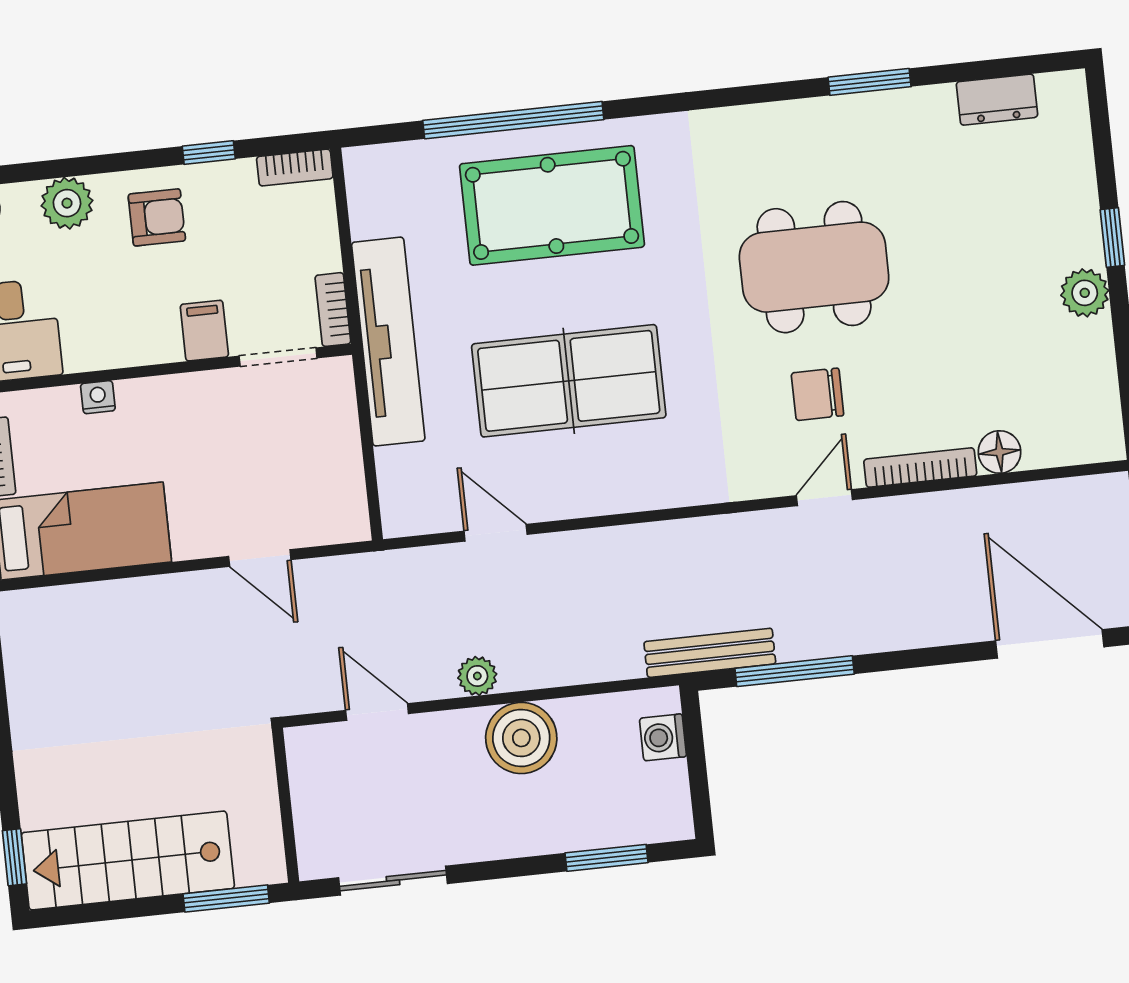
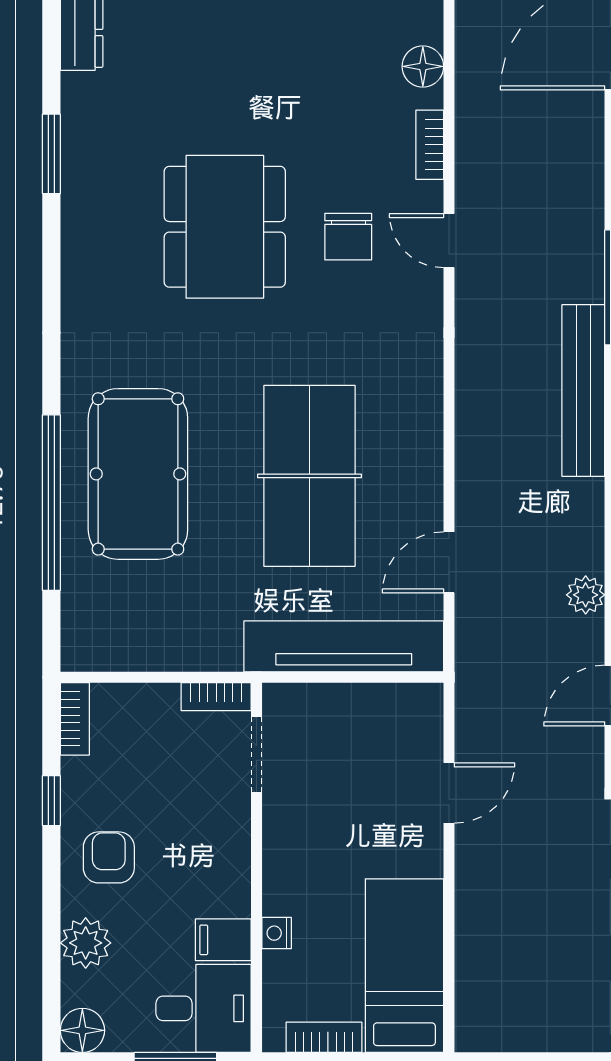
filing cabinet: (204, 331) -> (223, 940), moved
tv unit: (388, 342) -> (344, 646), moved
bookcase: (920, 468) -> (430, 145), width x0.64
bench: (710, 653) -> (583, 391), width x1.37, depth x1.21

